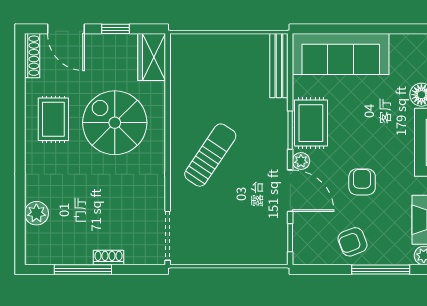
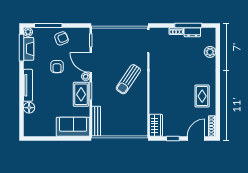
door: (66, 29) -> (196, 139), hinge flipped
sofa: (341, 54) -> (73, 127), width x0.73
spiral stairs: (115, 123) -> (173, 94), removed
dresser: (74, 255) -> (192, 32), added

